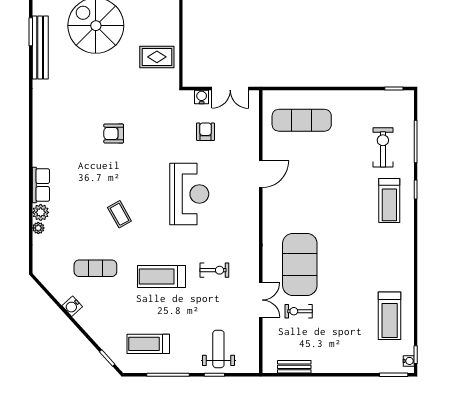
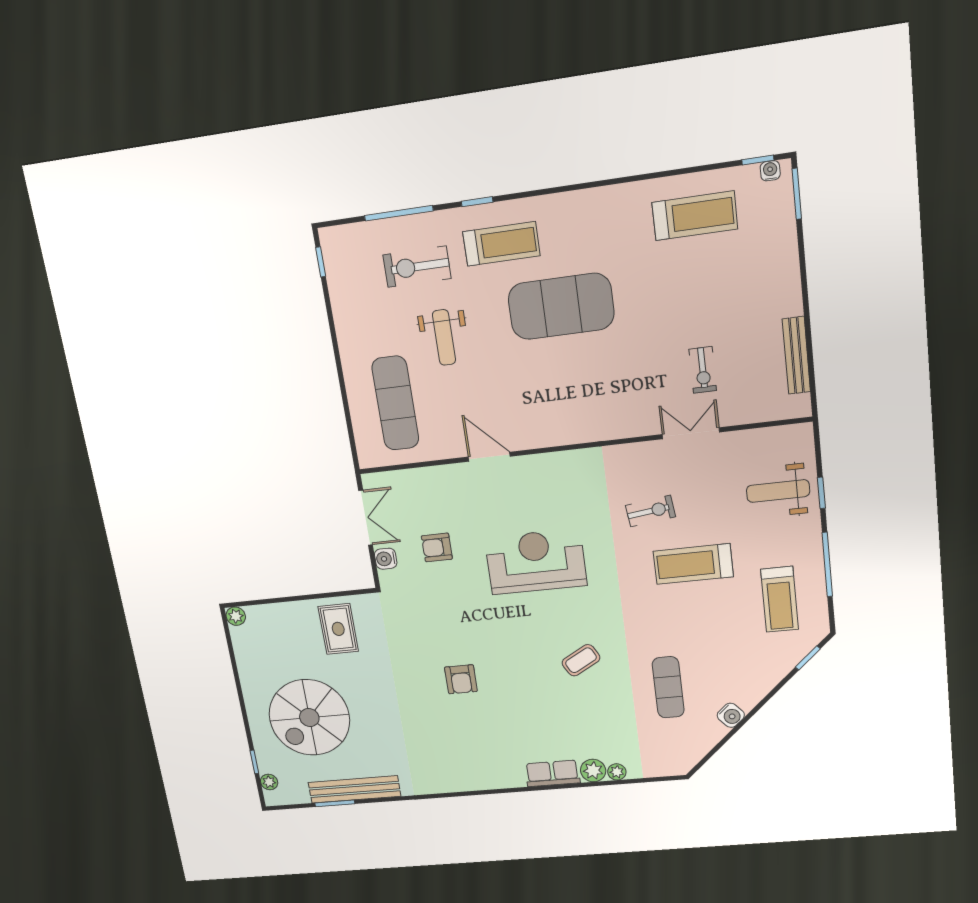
weight bench: (338, 157) -> (444, 337), added
exercise mat: (300, 264) -> (561, 306), moved
exercise bike: (214, 270) -> (650, 511), turned 83
treadmill: (161, 277) -> (693, 564), moved, turned 90
bench: (294, 367) -> (796, 355), width x1.36

